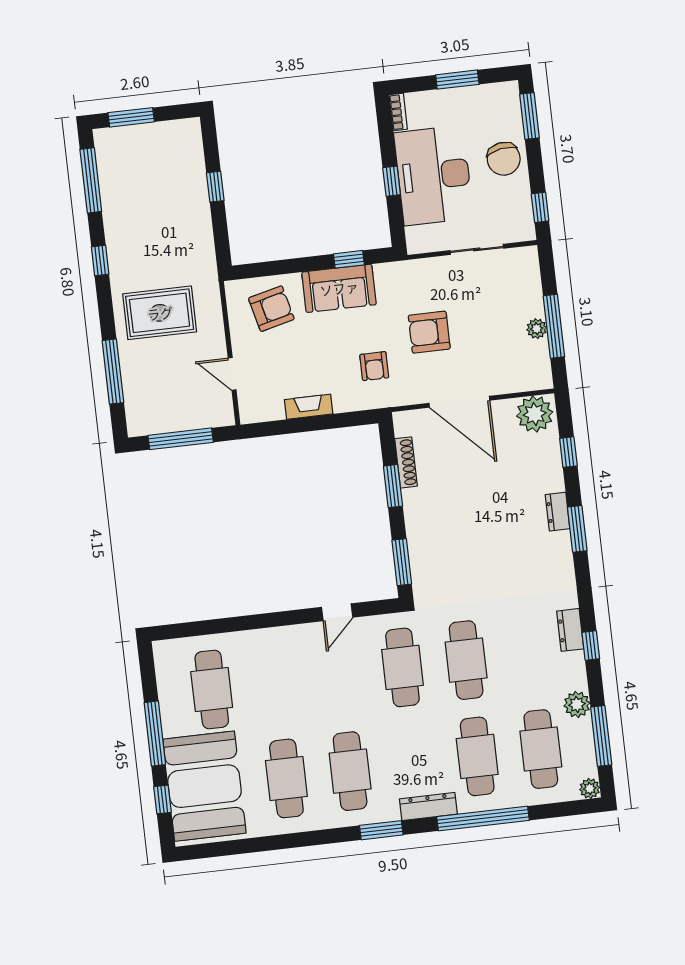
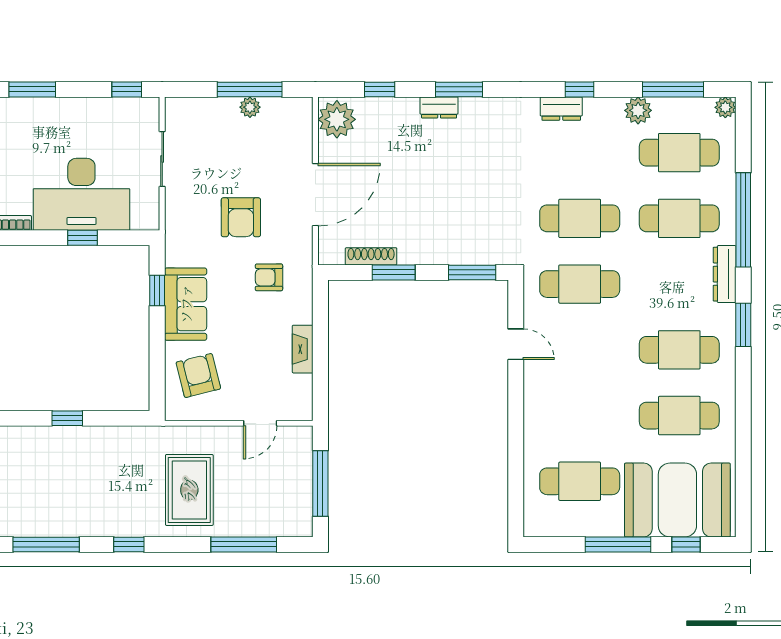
chair: (504, 159) -> (73, 121), removed
armchair: (374, 366) -> (269, 277), turned 180

